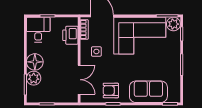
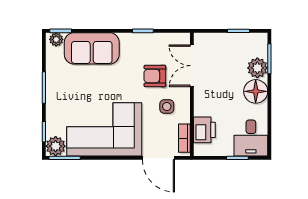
armchair: (111, 90) -> (155, 76), moved, turned 180
plant: (173, 98) -> (56, 39), added

